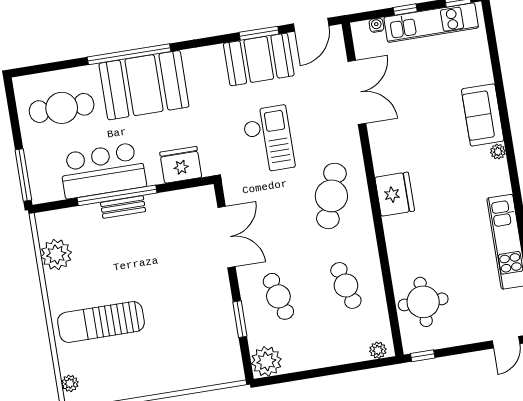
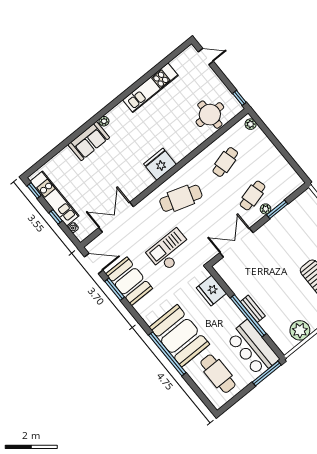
bar counter: (103, 170) -> (253, 348), moved
plant: (266, 361) -> (266, 209), moved, width x0.53, depth x0.53

